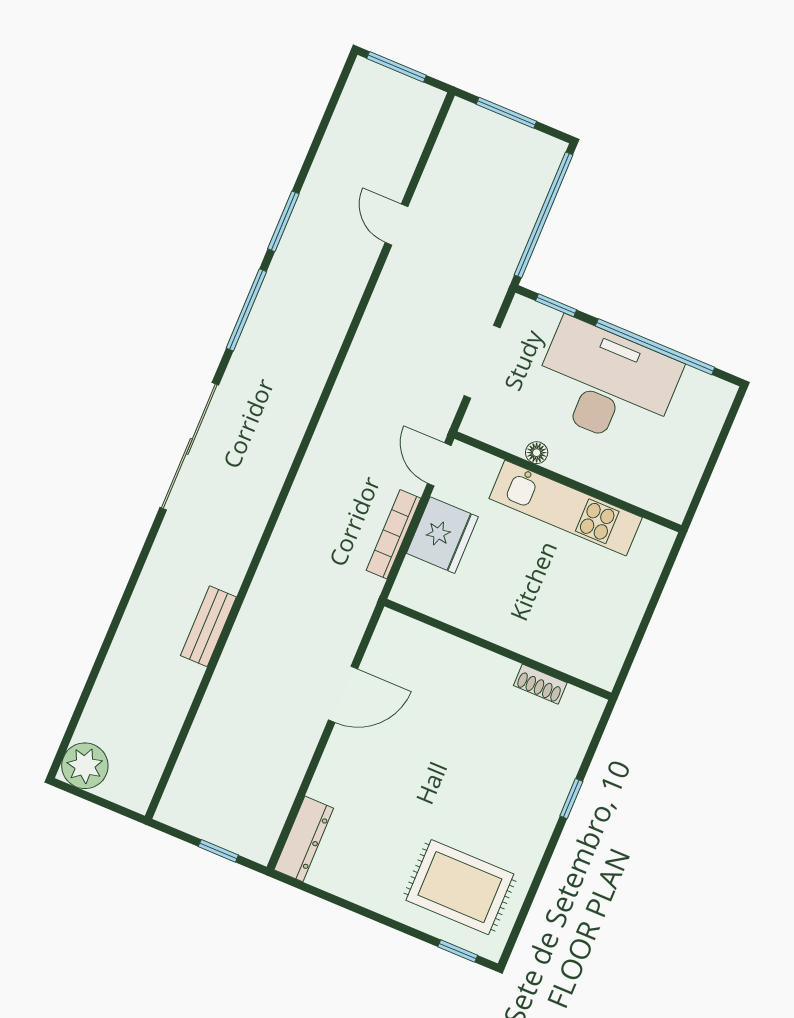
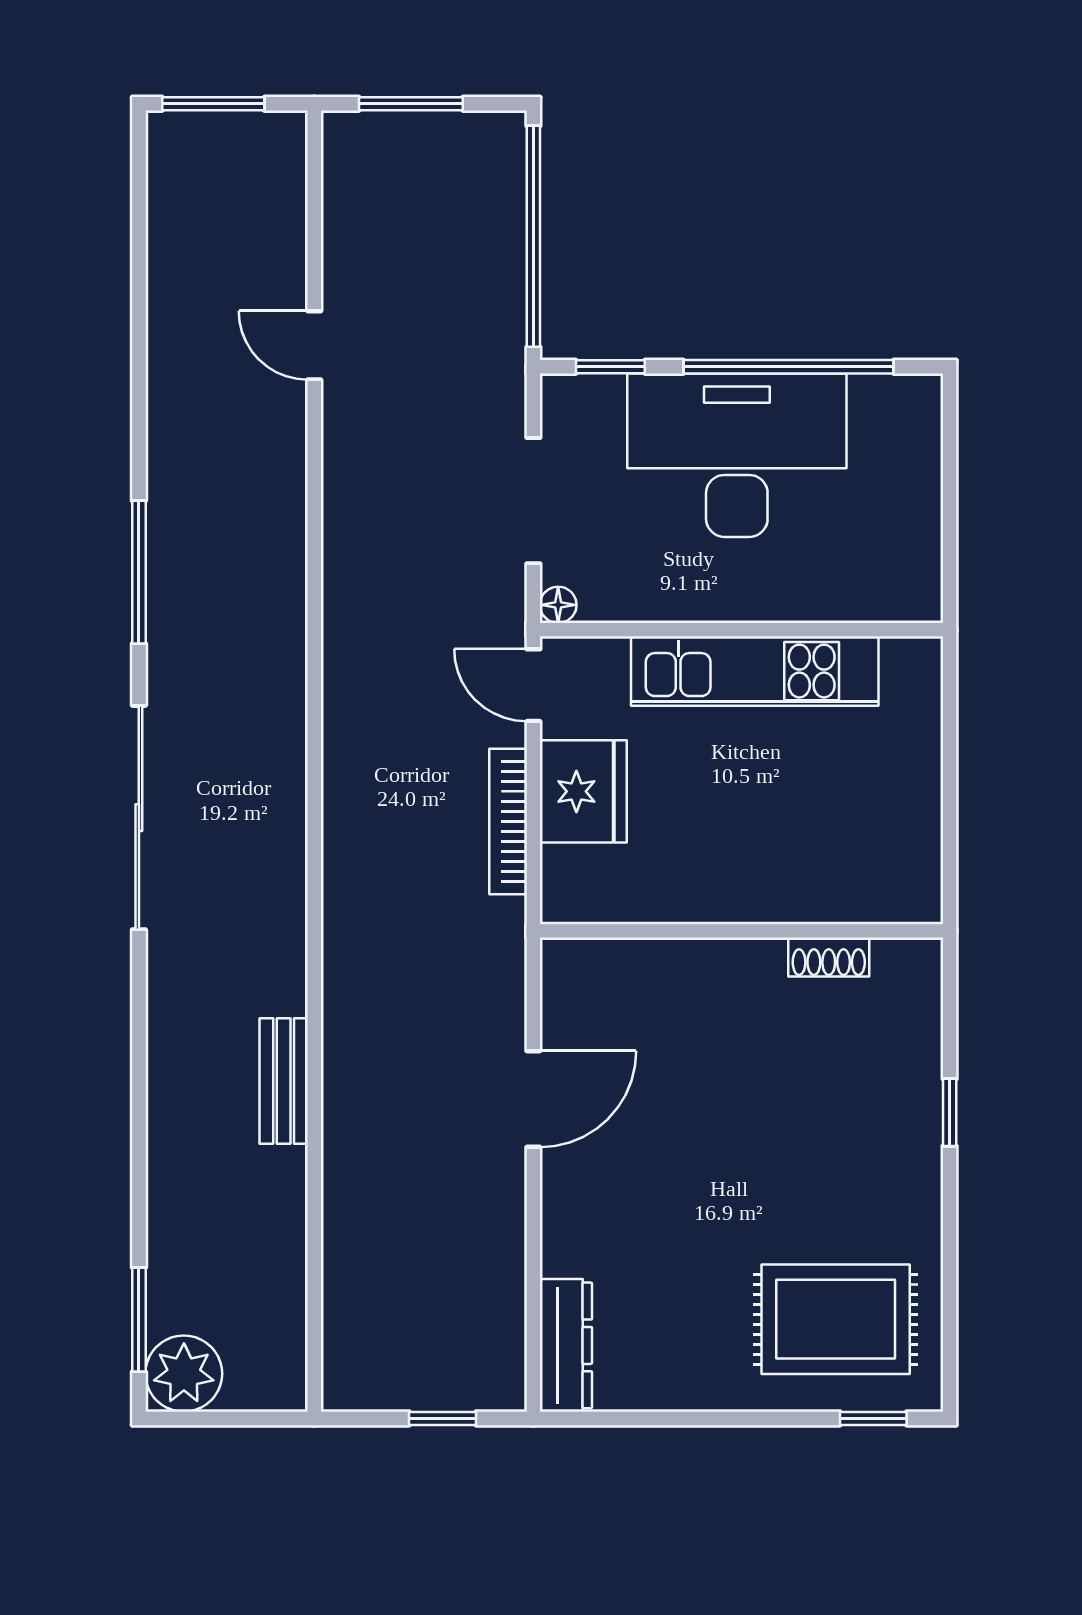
window: (283, 221) -> (139, 1320), moved
floor lamp: (537, 453) -> (558, 605), moved

